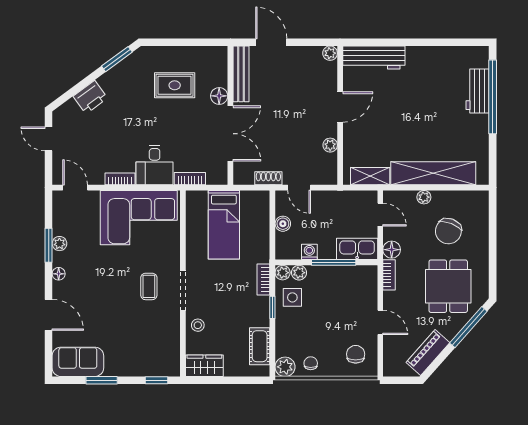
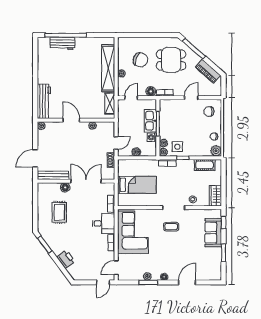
door: (49, 139) -> (103, 282), moved
kitchen sink: (357, 249) -> (150, 121), moved
sofa: (78, 362) -> (213, 233), moved

